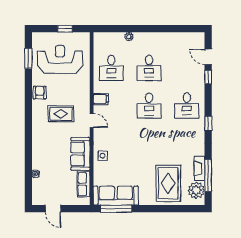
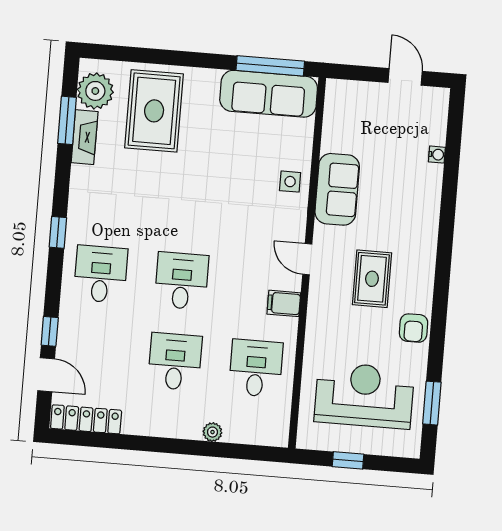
locker: (188, 38) -> (86, 419), added
reception desk: (60, 59) -> (364, 395), turned 180
rug: (61, 114) -> (372, 279), turned 90
window: (208, 176) -> (67, 120), width x0.69
row of seats: (84, 184) -> (335, 124), removed

